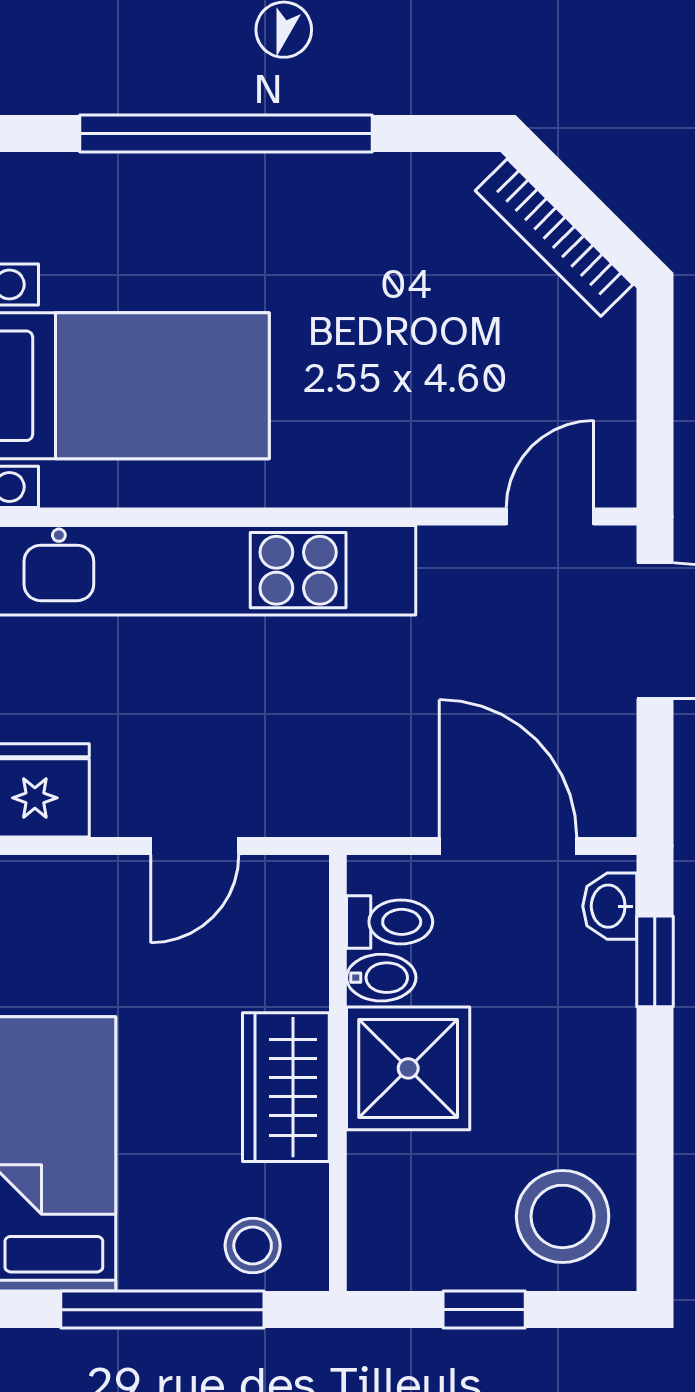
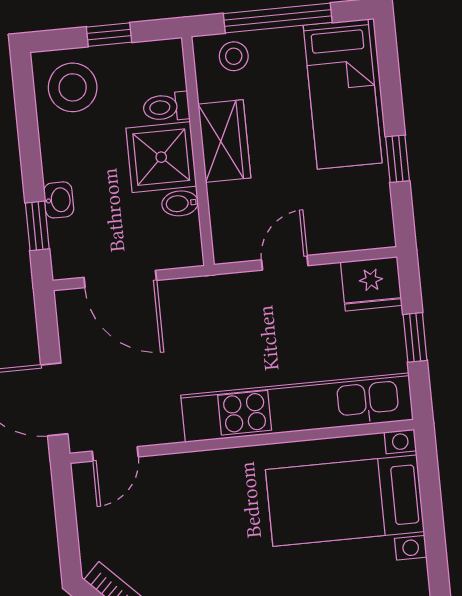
washbasin: (610, 906) -> (59, 200), moved
toilet: (390, 922) -> (166, 107), moved

